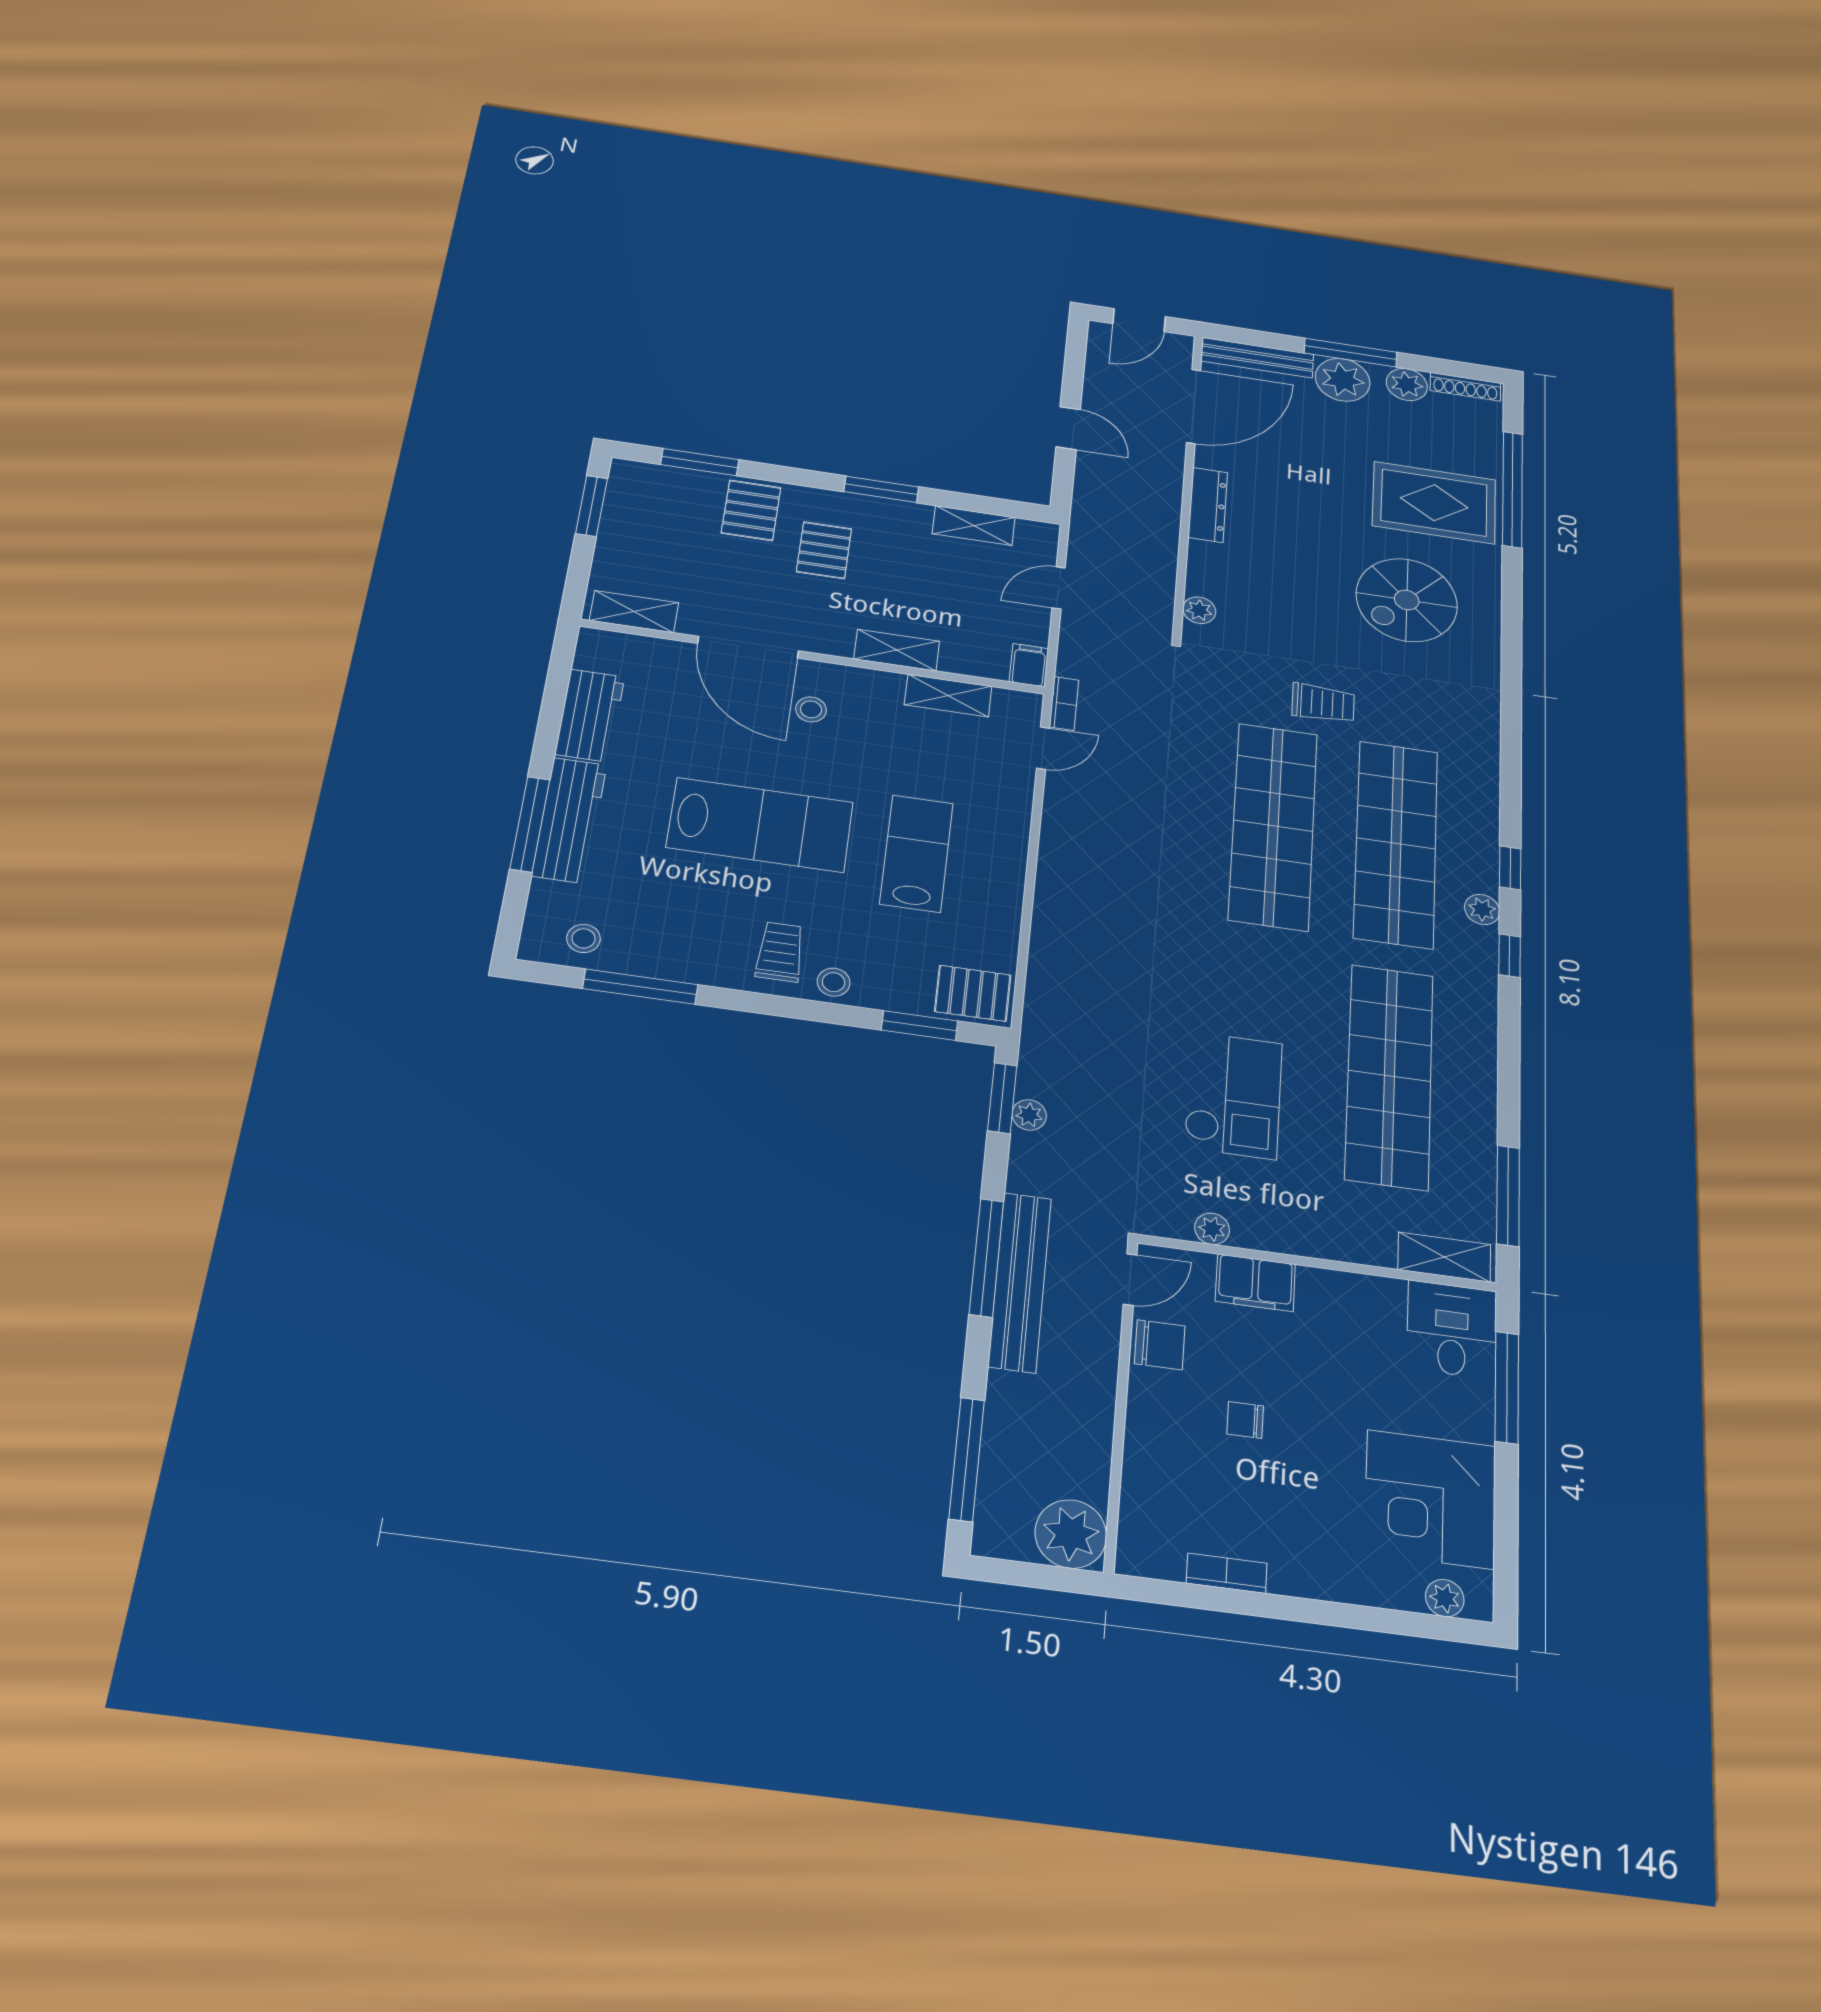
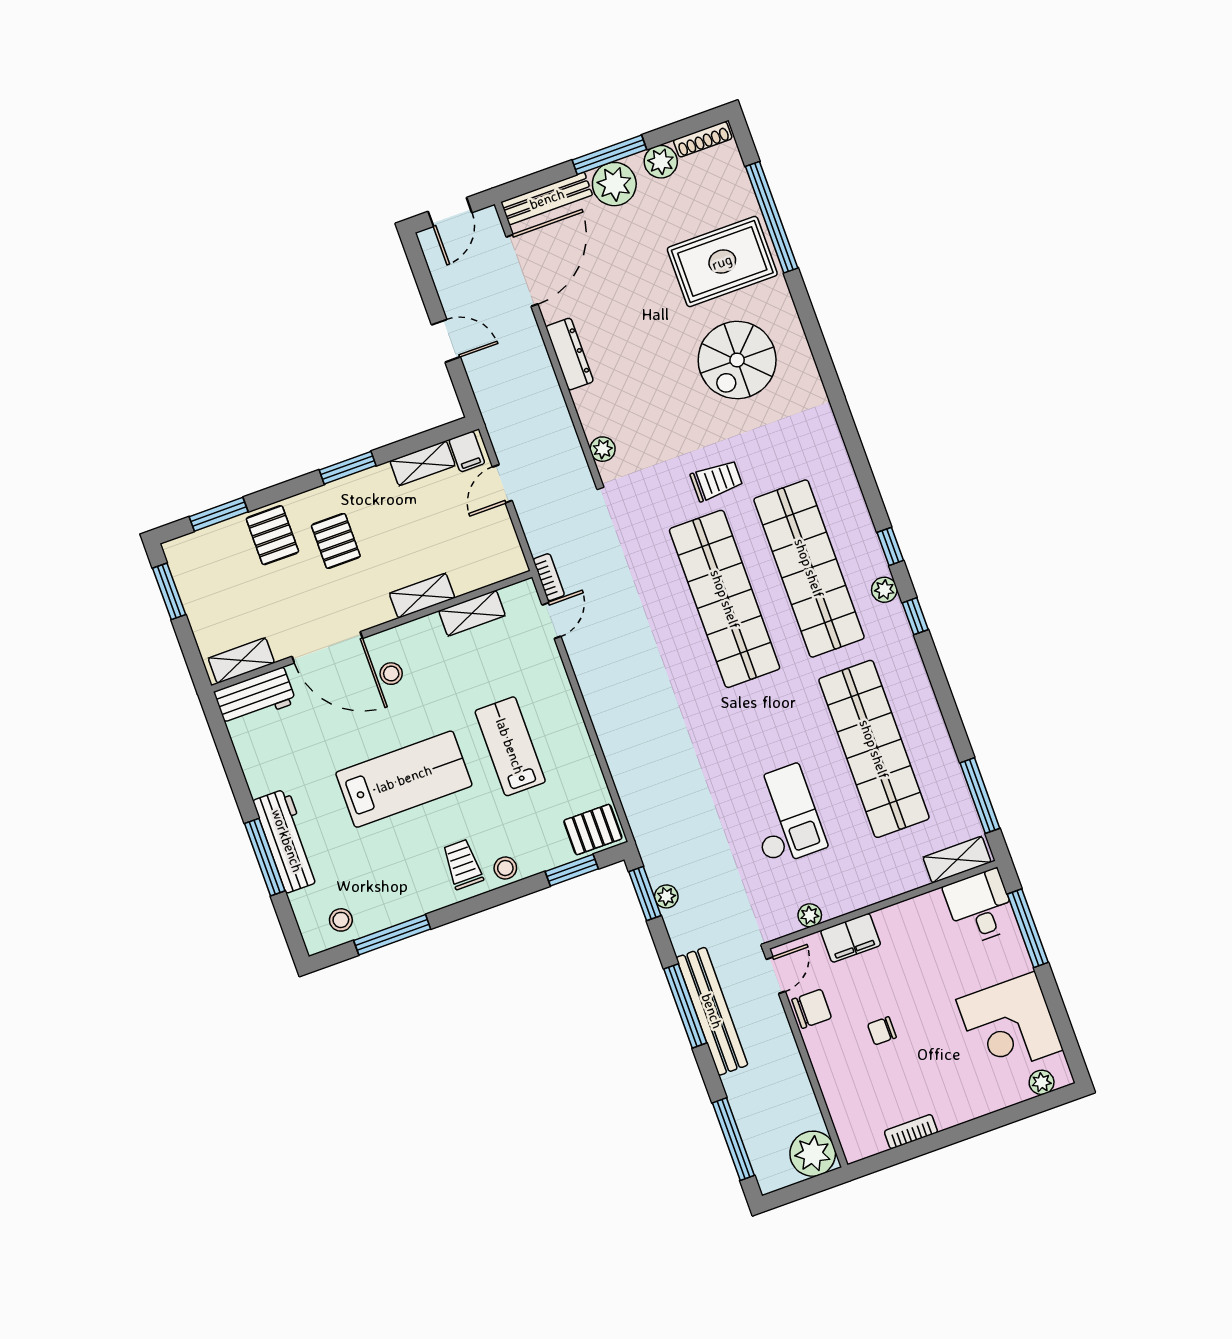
filing cabinet: (1029, 665) -> (467, 452), moved, turned 180
workbench: (590, 715) -> (255, 697), moved, turned 90

